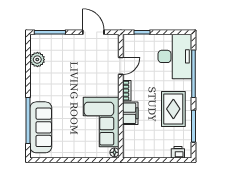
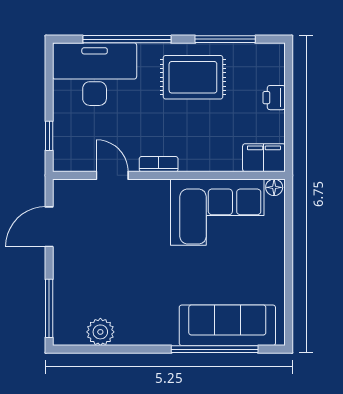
filing cabinet: (130, 113) -> (264, 158), moved
printer: (178, 152) -> (274, 98), moved

